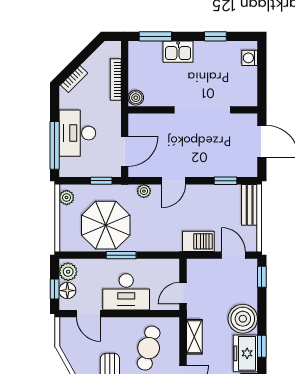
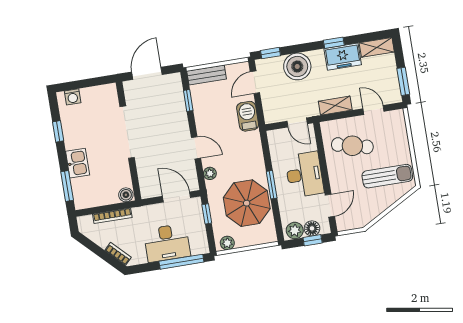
boiler: (243, 319) -> (297, 66), moved

